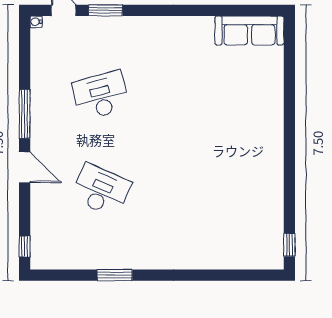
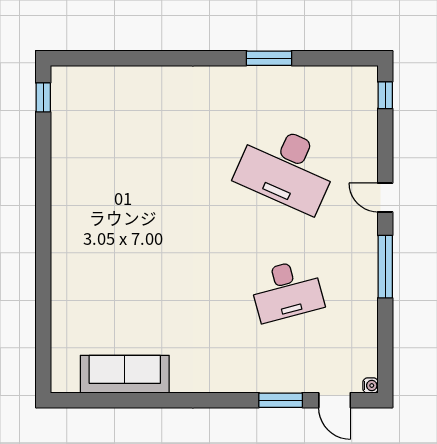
sofa: (249, 31) -> (125, 374), moved
door: (25, 167) -> (385, 198), width x0.73
desk: (101, 190) -> (287, 168), width x1.36, depth x1.30

